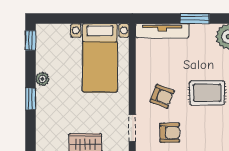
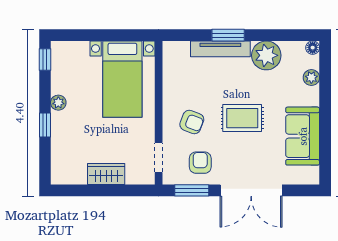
tv unit: (162, 31) -> (220, 49), moved
armchair: (170, 133) -> (200, 163), turned -90

